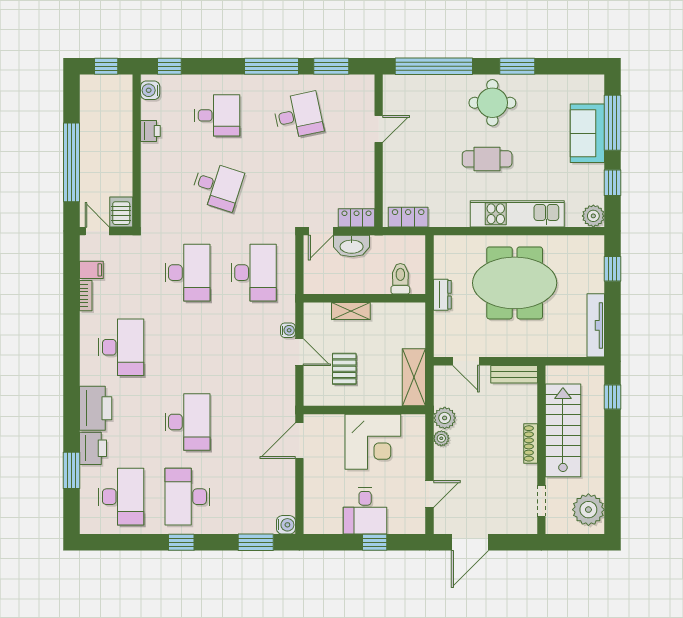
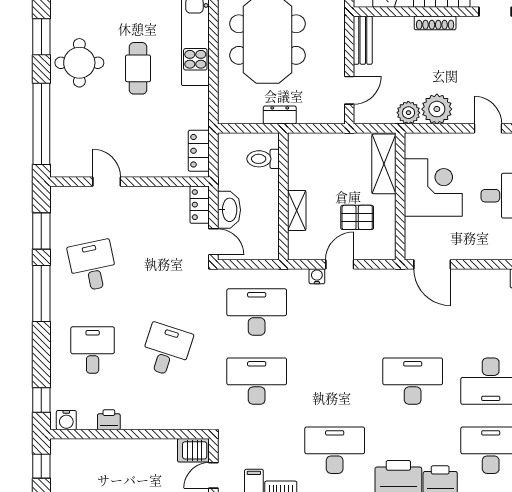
shelving: (414, 377) -> (384, 164), moved, turned 90
plant: (441, 438) -> (437, 109), width x1.88, depth x1.88

